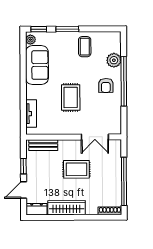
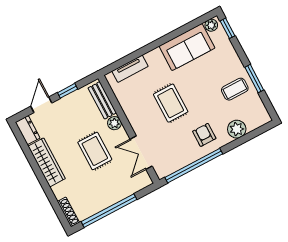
window: (67, 29) -> (254, 79), moved
window: (124, 81) -> (194, 166), moved
armchair: (106, 85) -> (204, 135), turned 90
rug: (71, 97) -> (171, 103), turned 90
plant: (64, 145) -> (114, 123), added
door: (24, 190) -> (41, 105), hinge flipped

